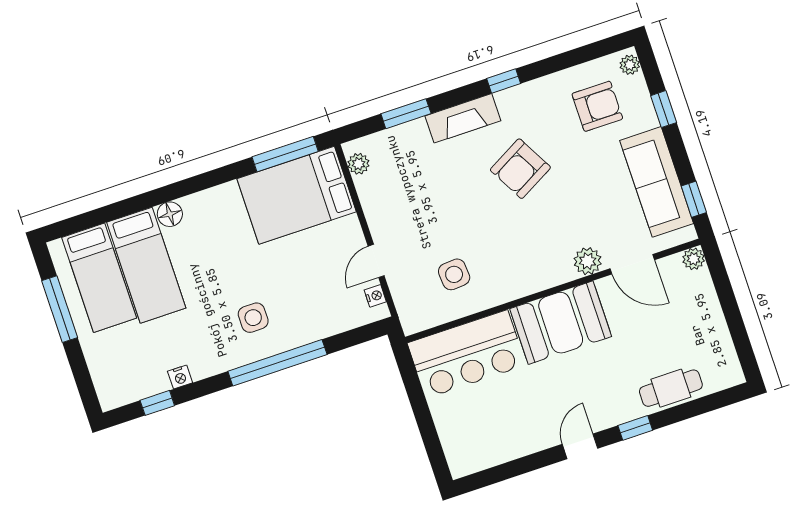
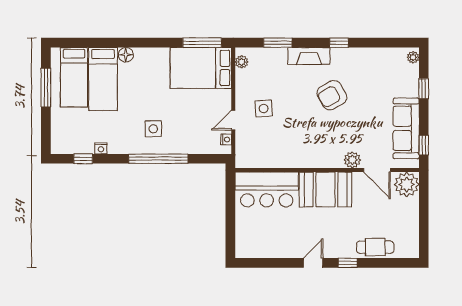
armchair: (597, 106) -> (387, 75), removed
plant: (694, 259) -> (407, 184), width x1.88, depth x1.88
side table: (454, 274) -> (264, 109), moved

